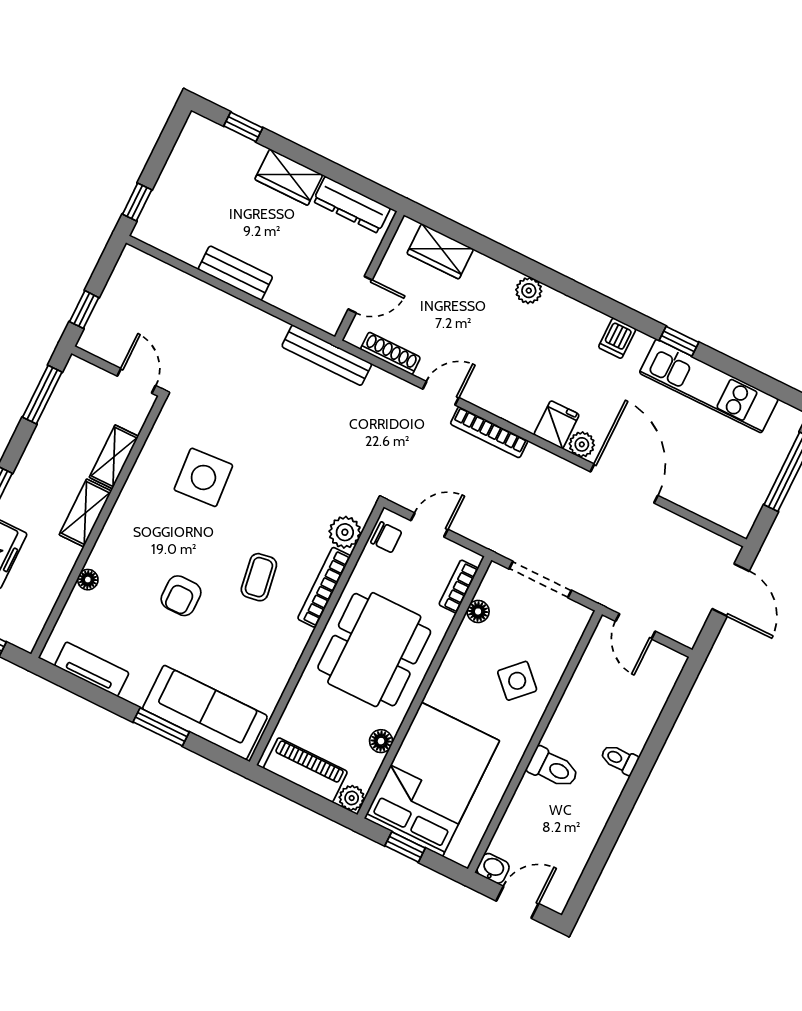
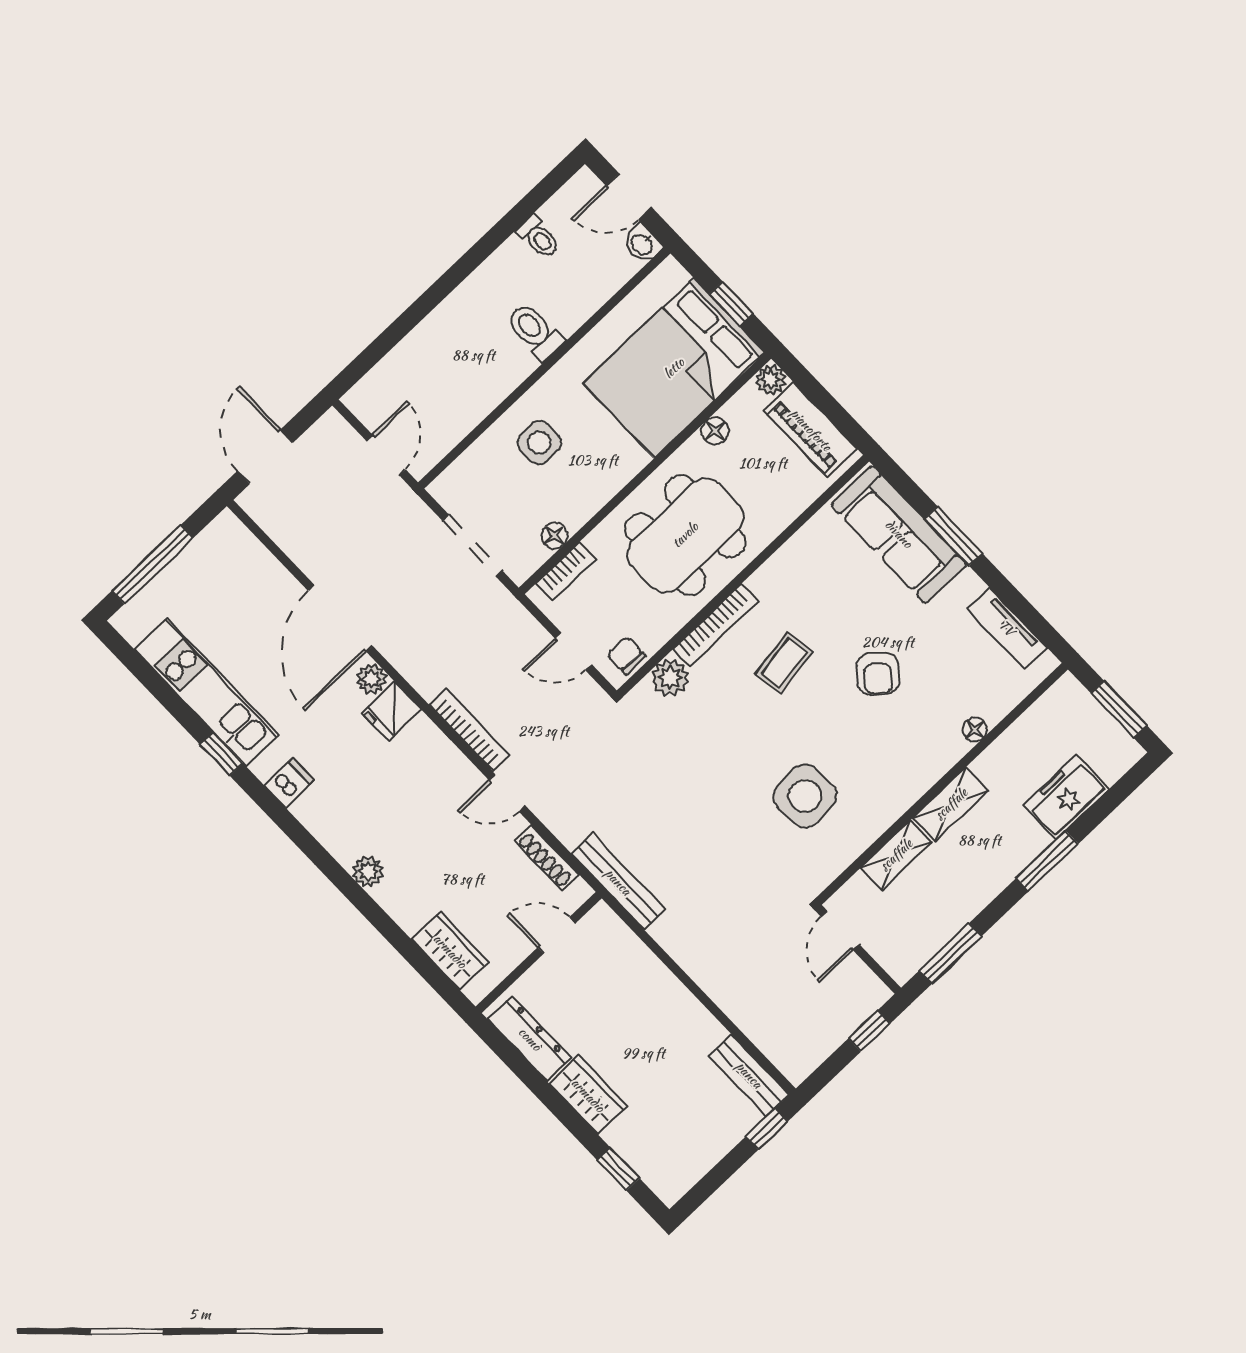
bench: (235, 273) -> (749, 1075), moved
armchair: (181, 596) -> (878, 674), turned 130
side table: (517, 681) -> (539, 443), turned 45
toilet: (619, 759) -> (538, 237), moved

